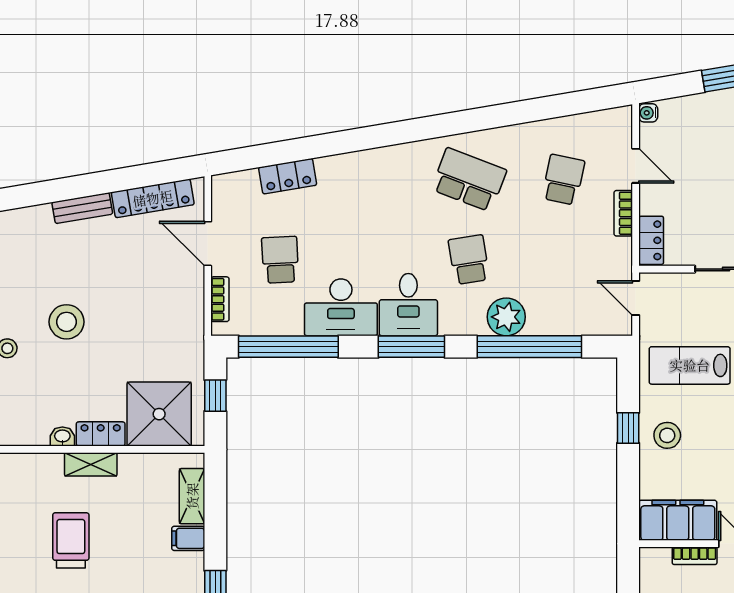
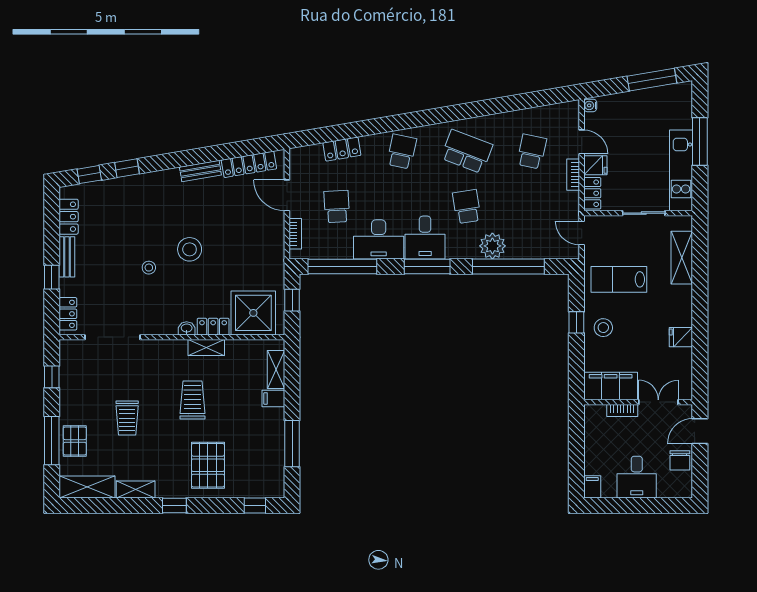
school desk: (375, 180) -> (402, 151), added
fridge: (656, 200) -> (595, 165), added

